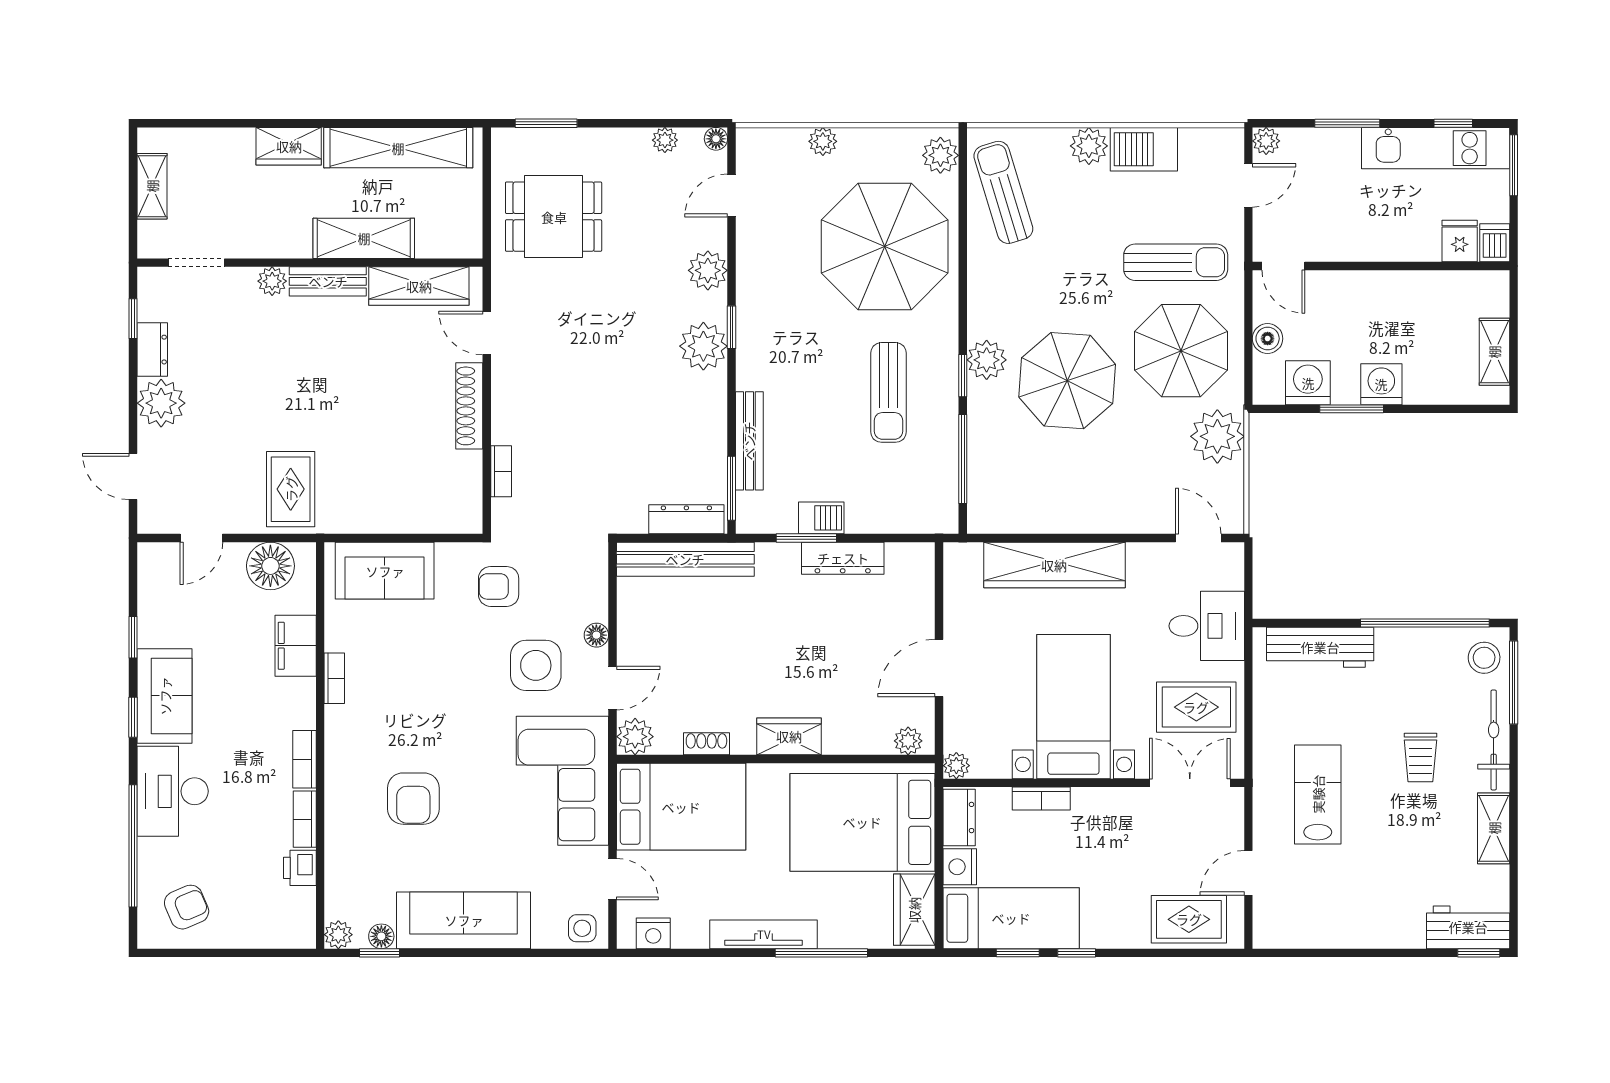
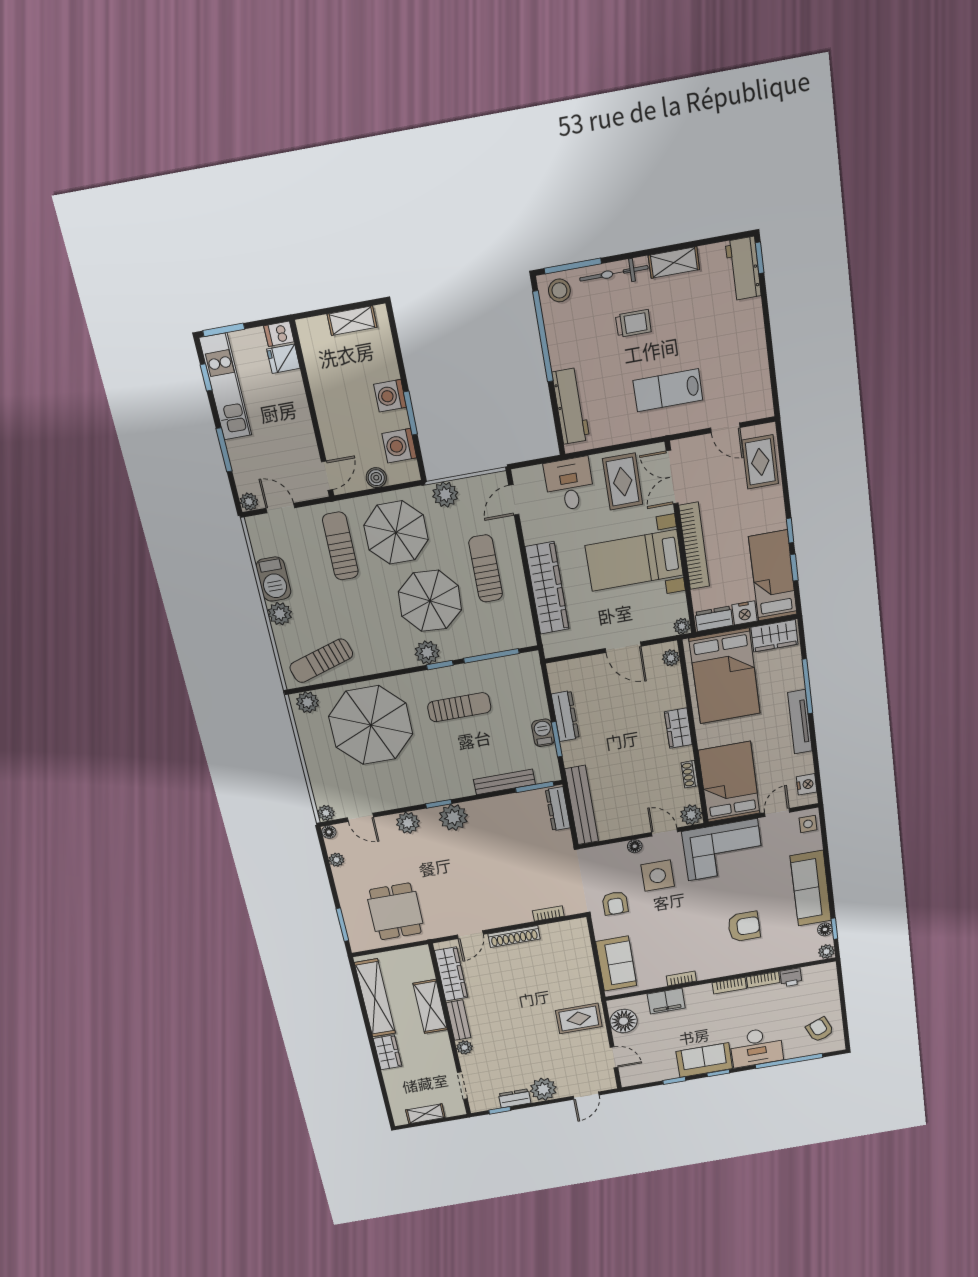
plant: (823, 141) -> (326, 813), moved
plant: (1217, 436) -> (445, 494), width x0.73, depth x0.73
sun lounger: (1102, 476) -> (486, 569), added
bookcase: (1041, 799) -> (694, 546), width x2.31, depth x1.31

